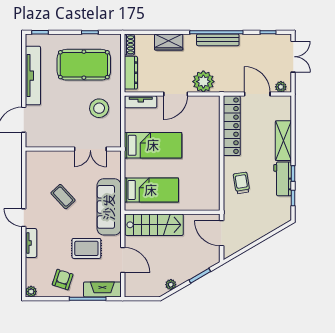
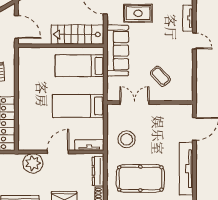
coffee table: (63, 197) -> (160, 76), moved

